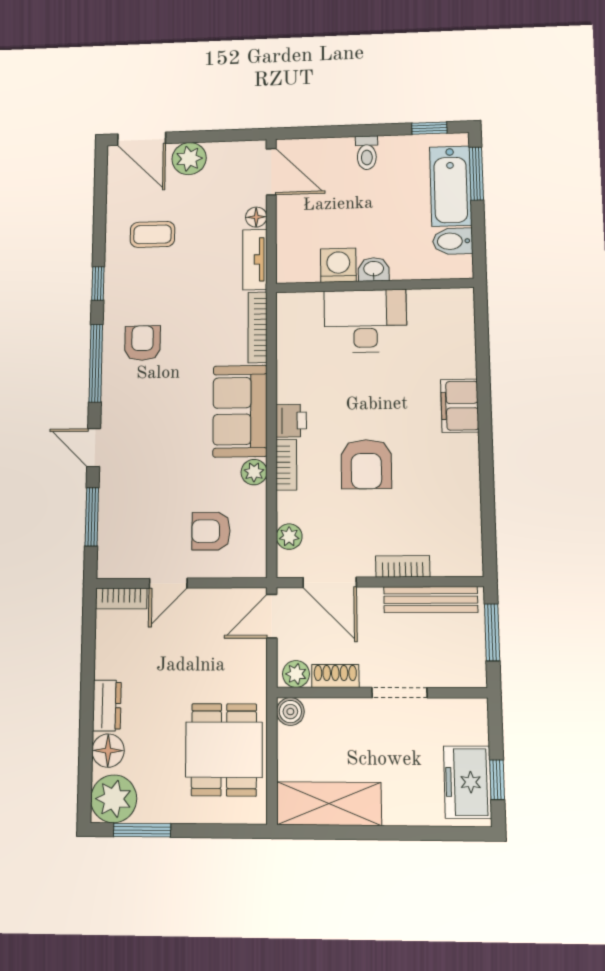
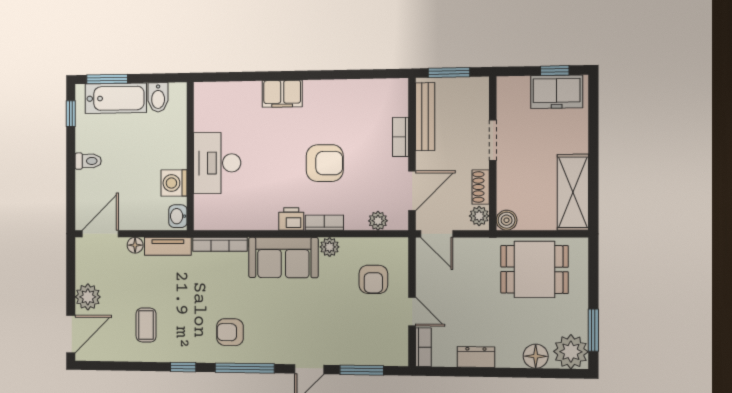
washbasin: (374, 269) -> (178, 216), moved
dresser: (107, 706) -> (476, 357), moved

